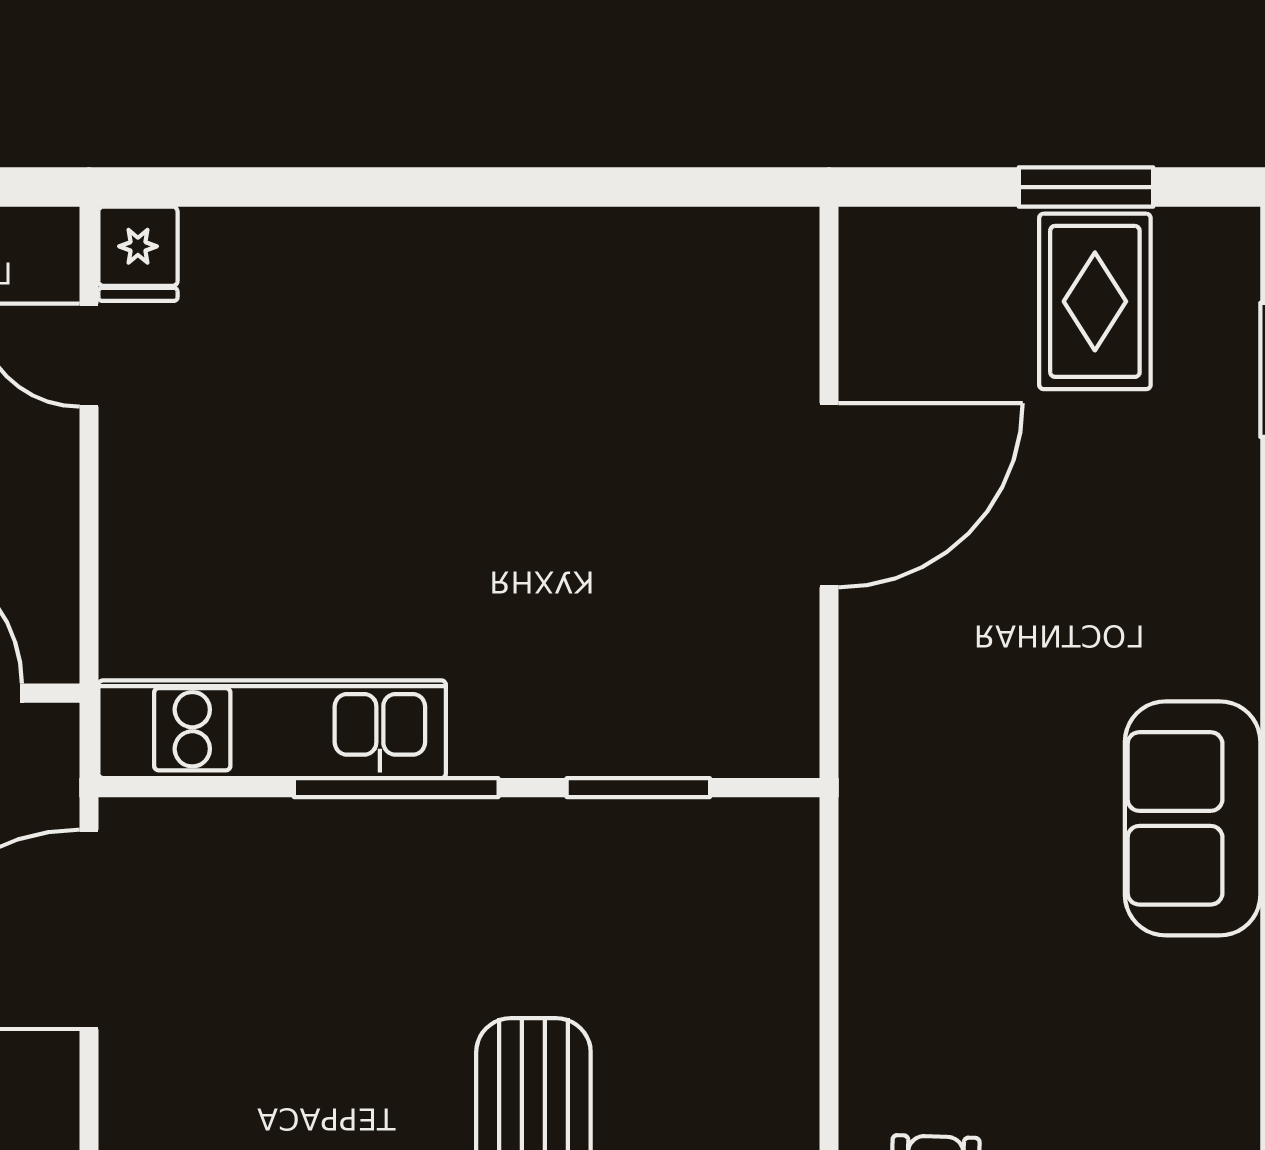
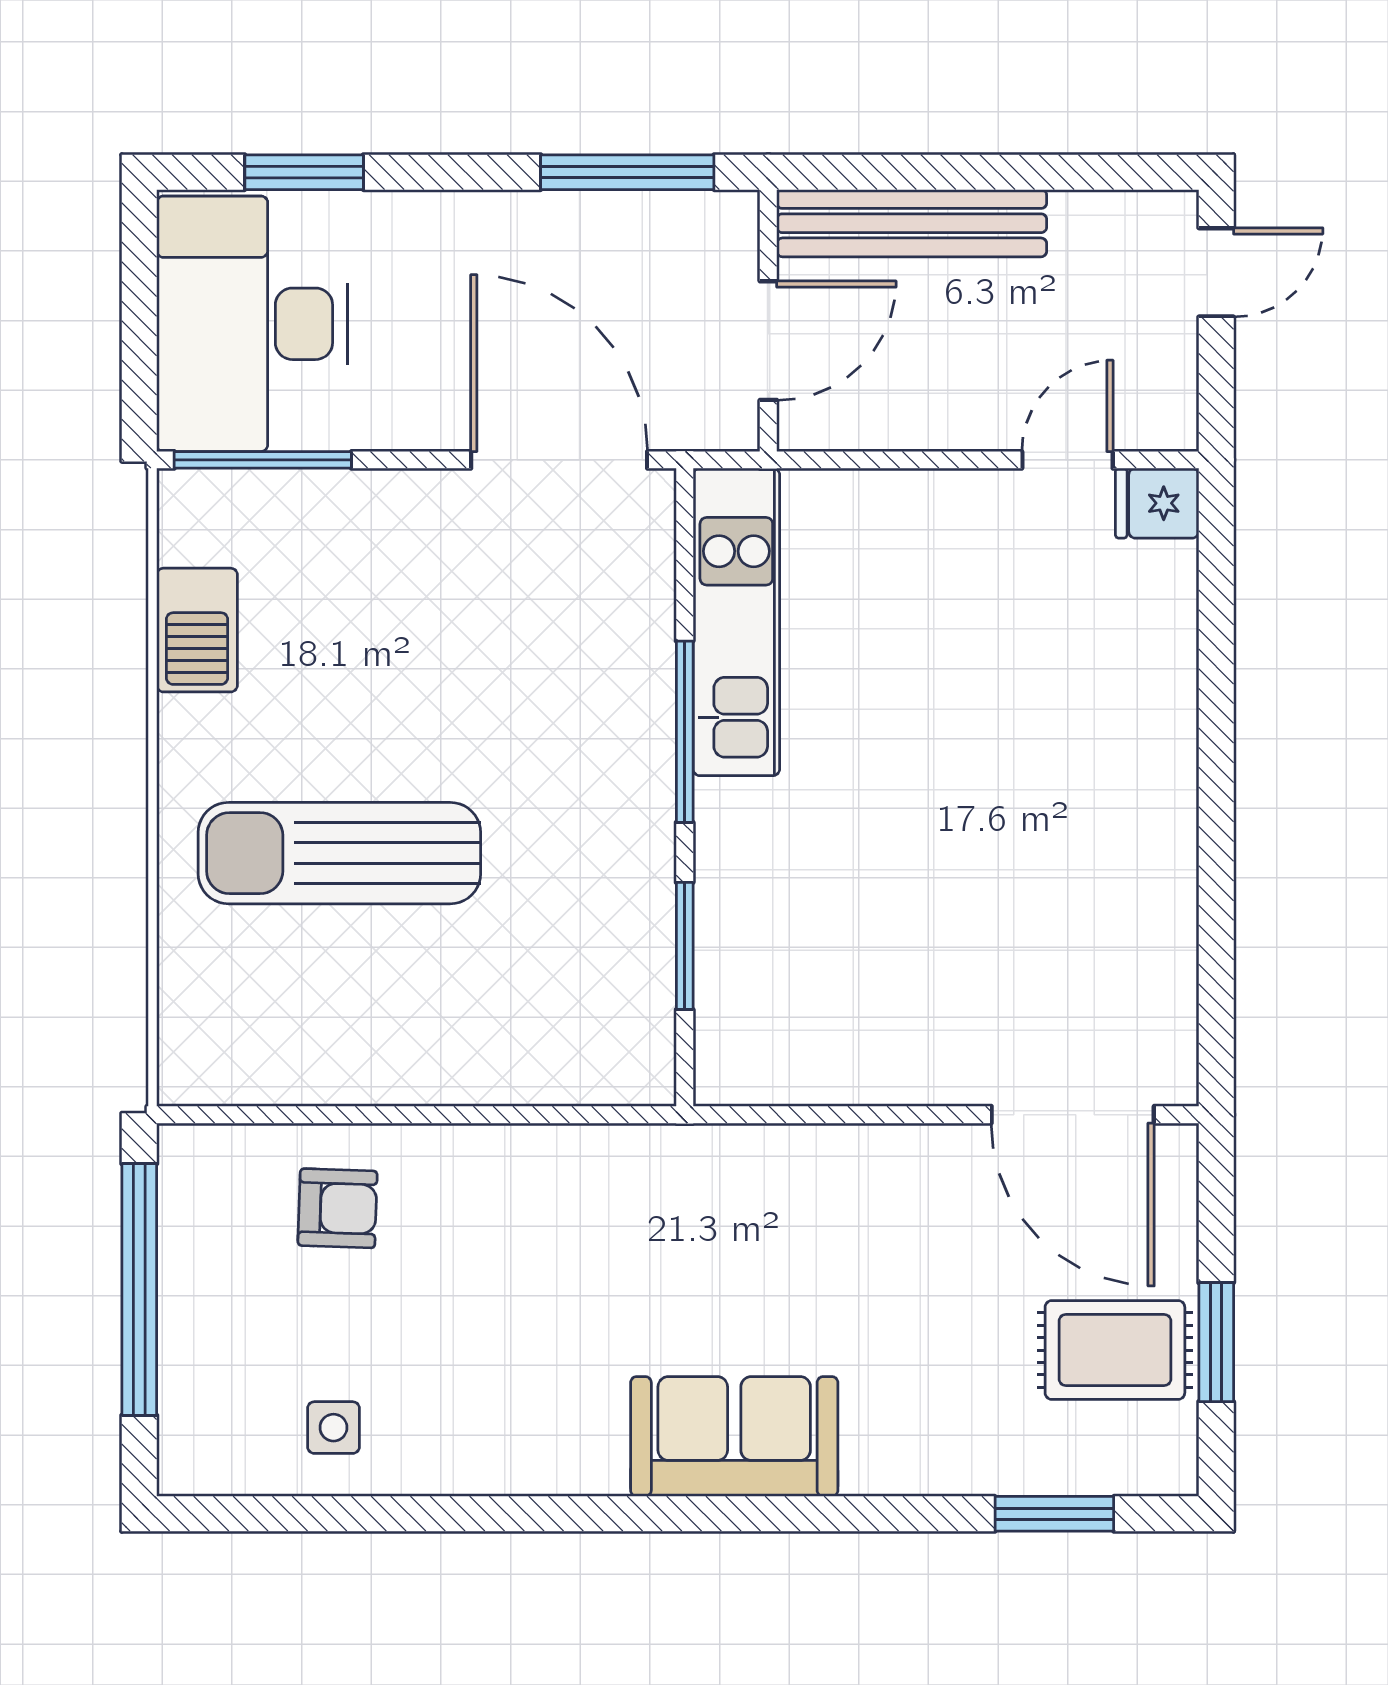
door: (829, 495) -> (1073, 1115), moved
sofa: (1193, 818) -> (734, 1436), moved

